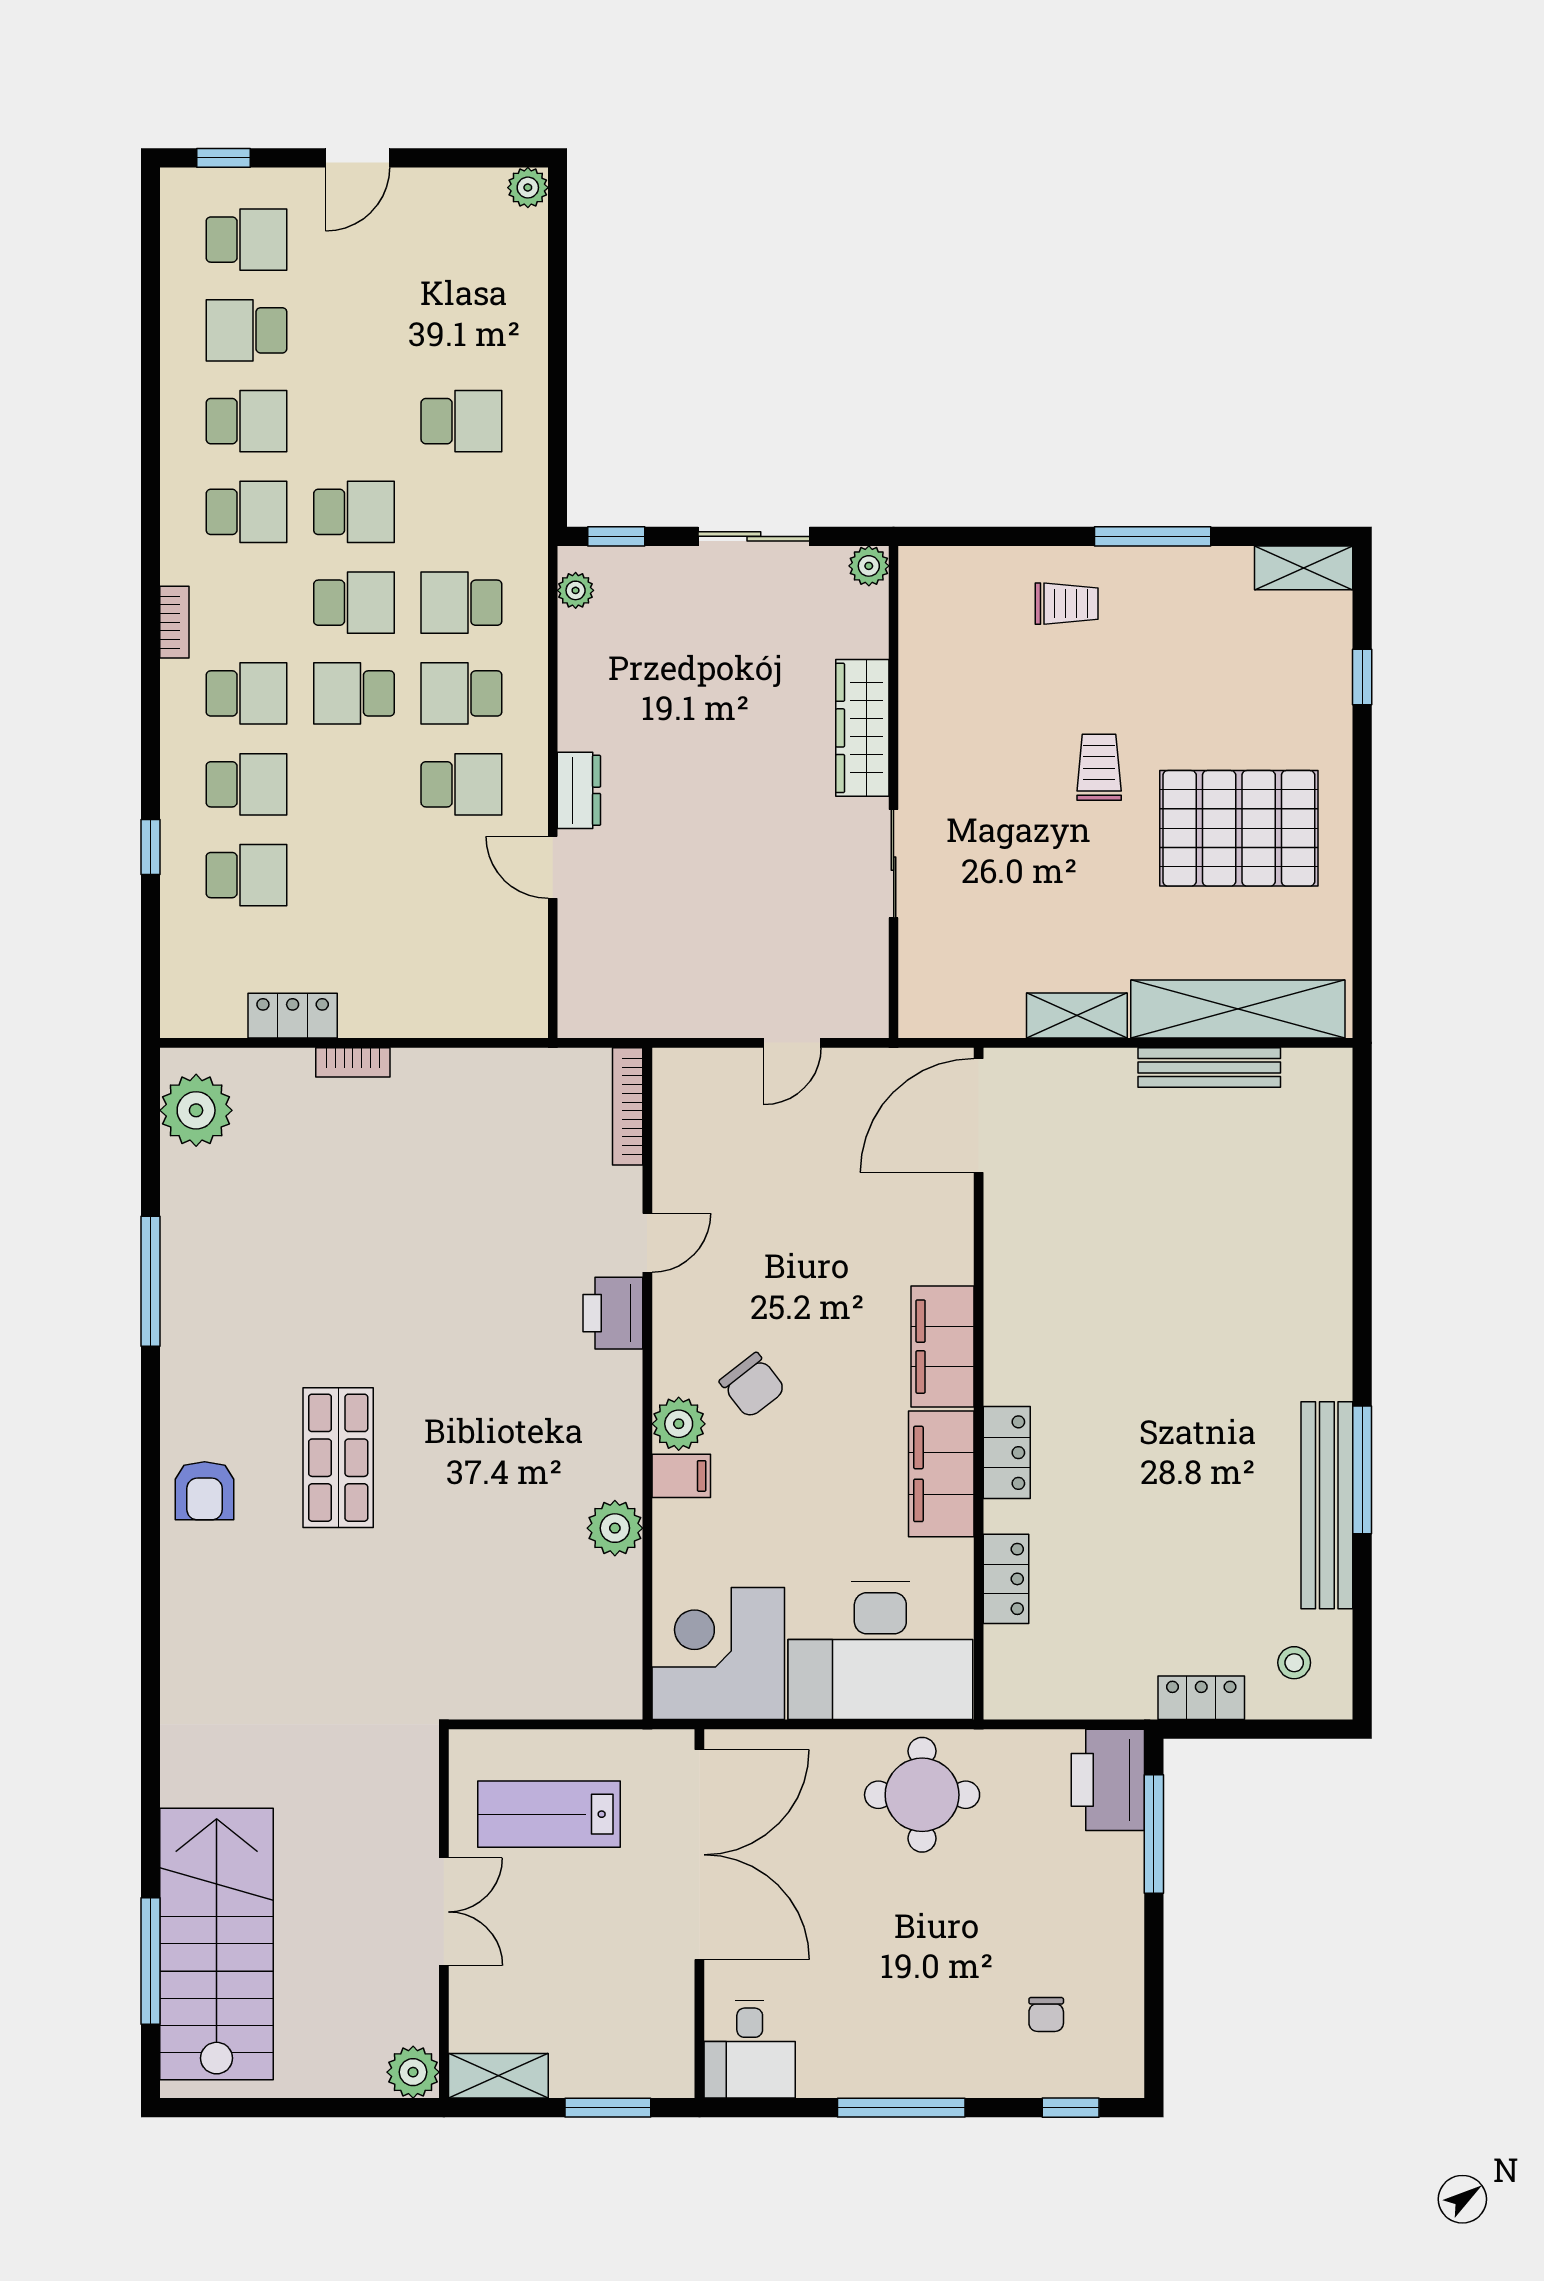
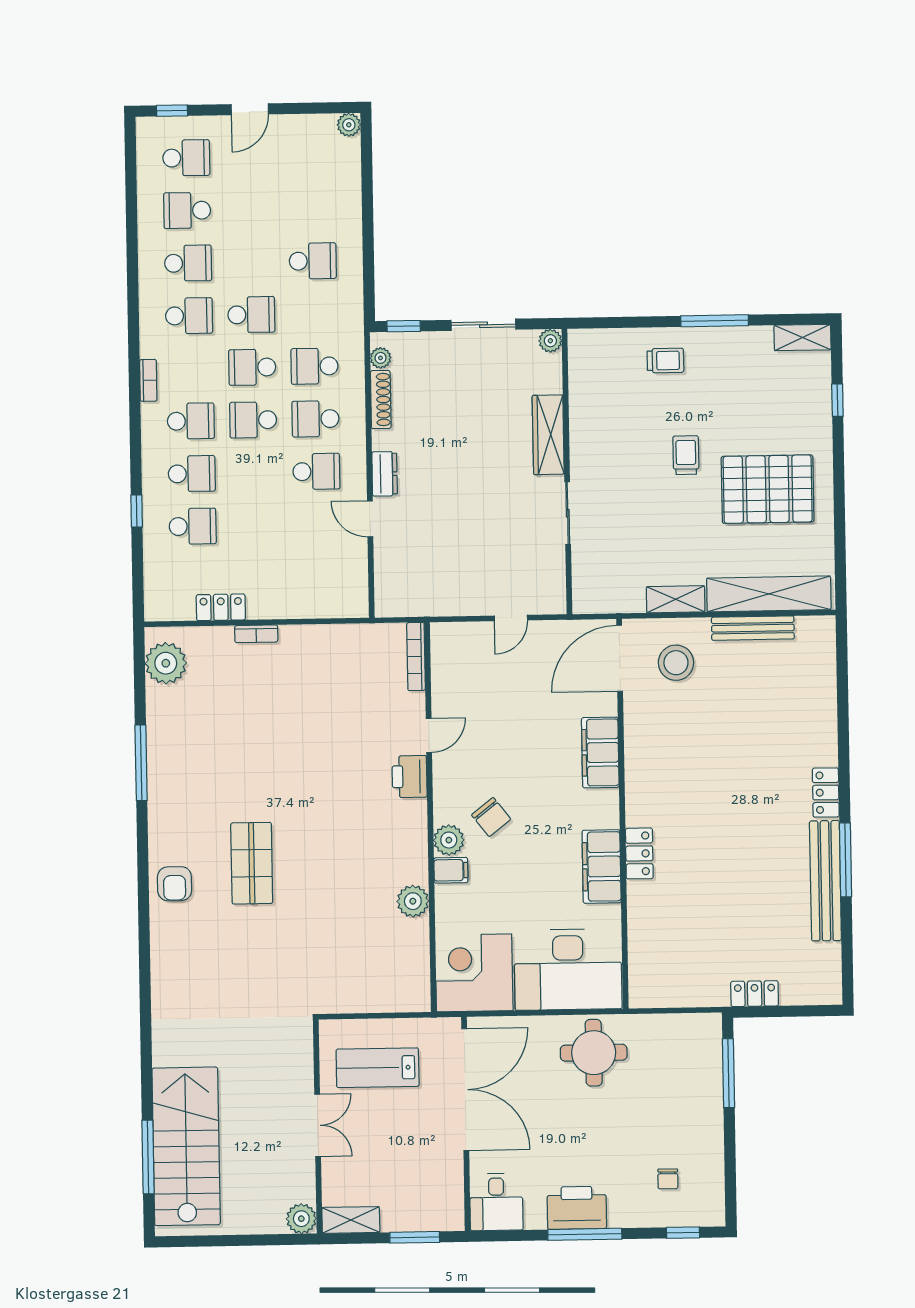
school desk: (354, 603) -> (252, 367), turned 180
shoe rack: (575, 662) -> (381, 400), added
filing cabinet: (943, 1347) -> (600, 752), moved
locker: (1006, 1579) -> (826, 793), moved, turned 180
stool: (1294, 1663) -> (676, 663), moved, width x1.89, depth x1.89
printer: (1108, 1780) -> (577, 1208), moved, turned 90

